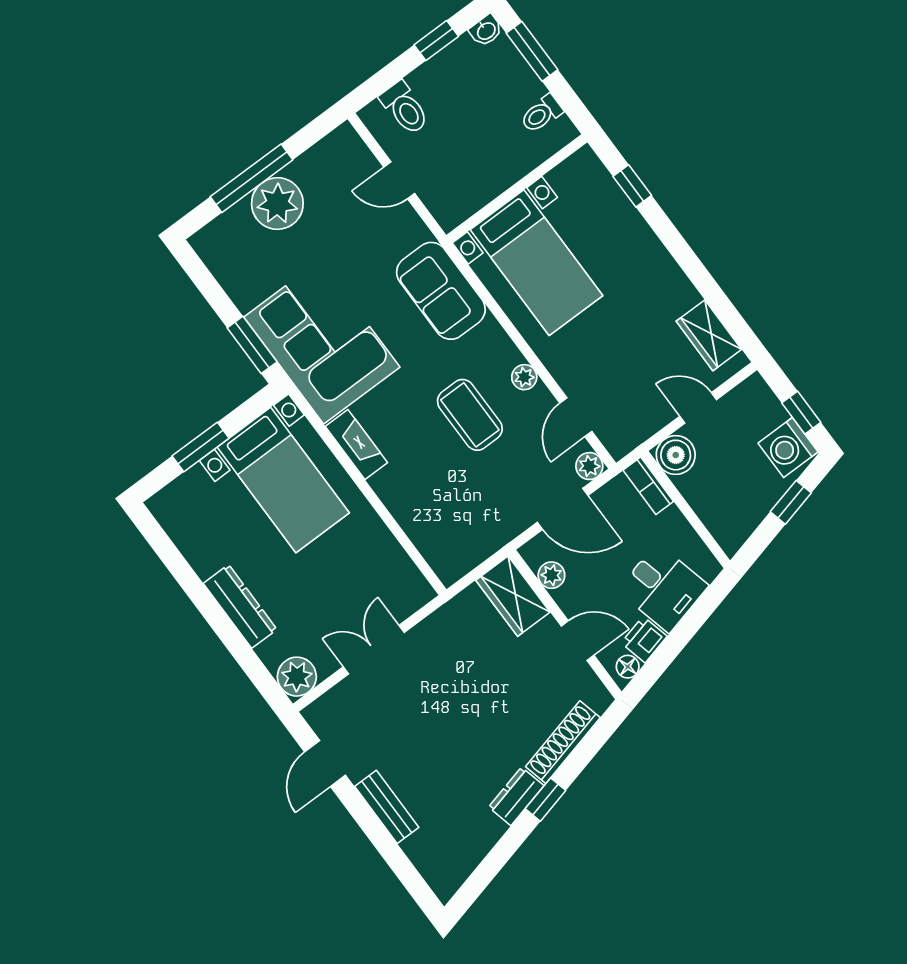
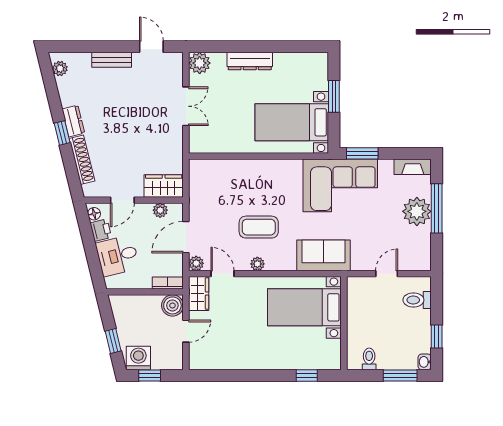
wardrobe: (709, 335) -> (199, 294), moved, turned 90
fireplace: (356, 444) -> (413, 167), moved
plant: (455, 872) -> (60, 68), added

